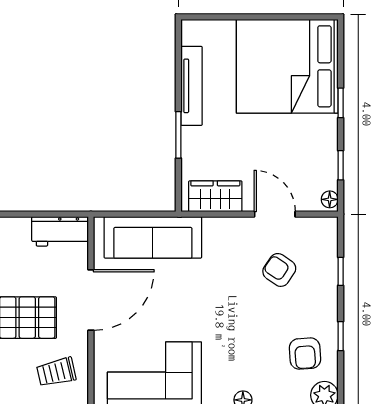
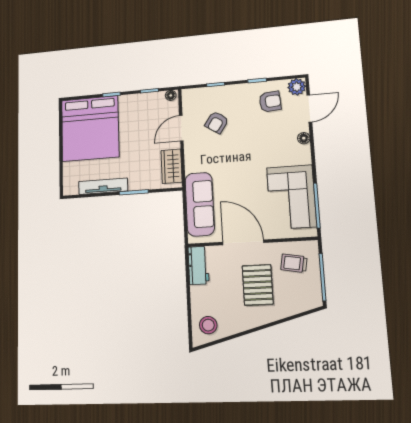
trolley: (56, 372) -> (294, 263), turned 113

